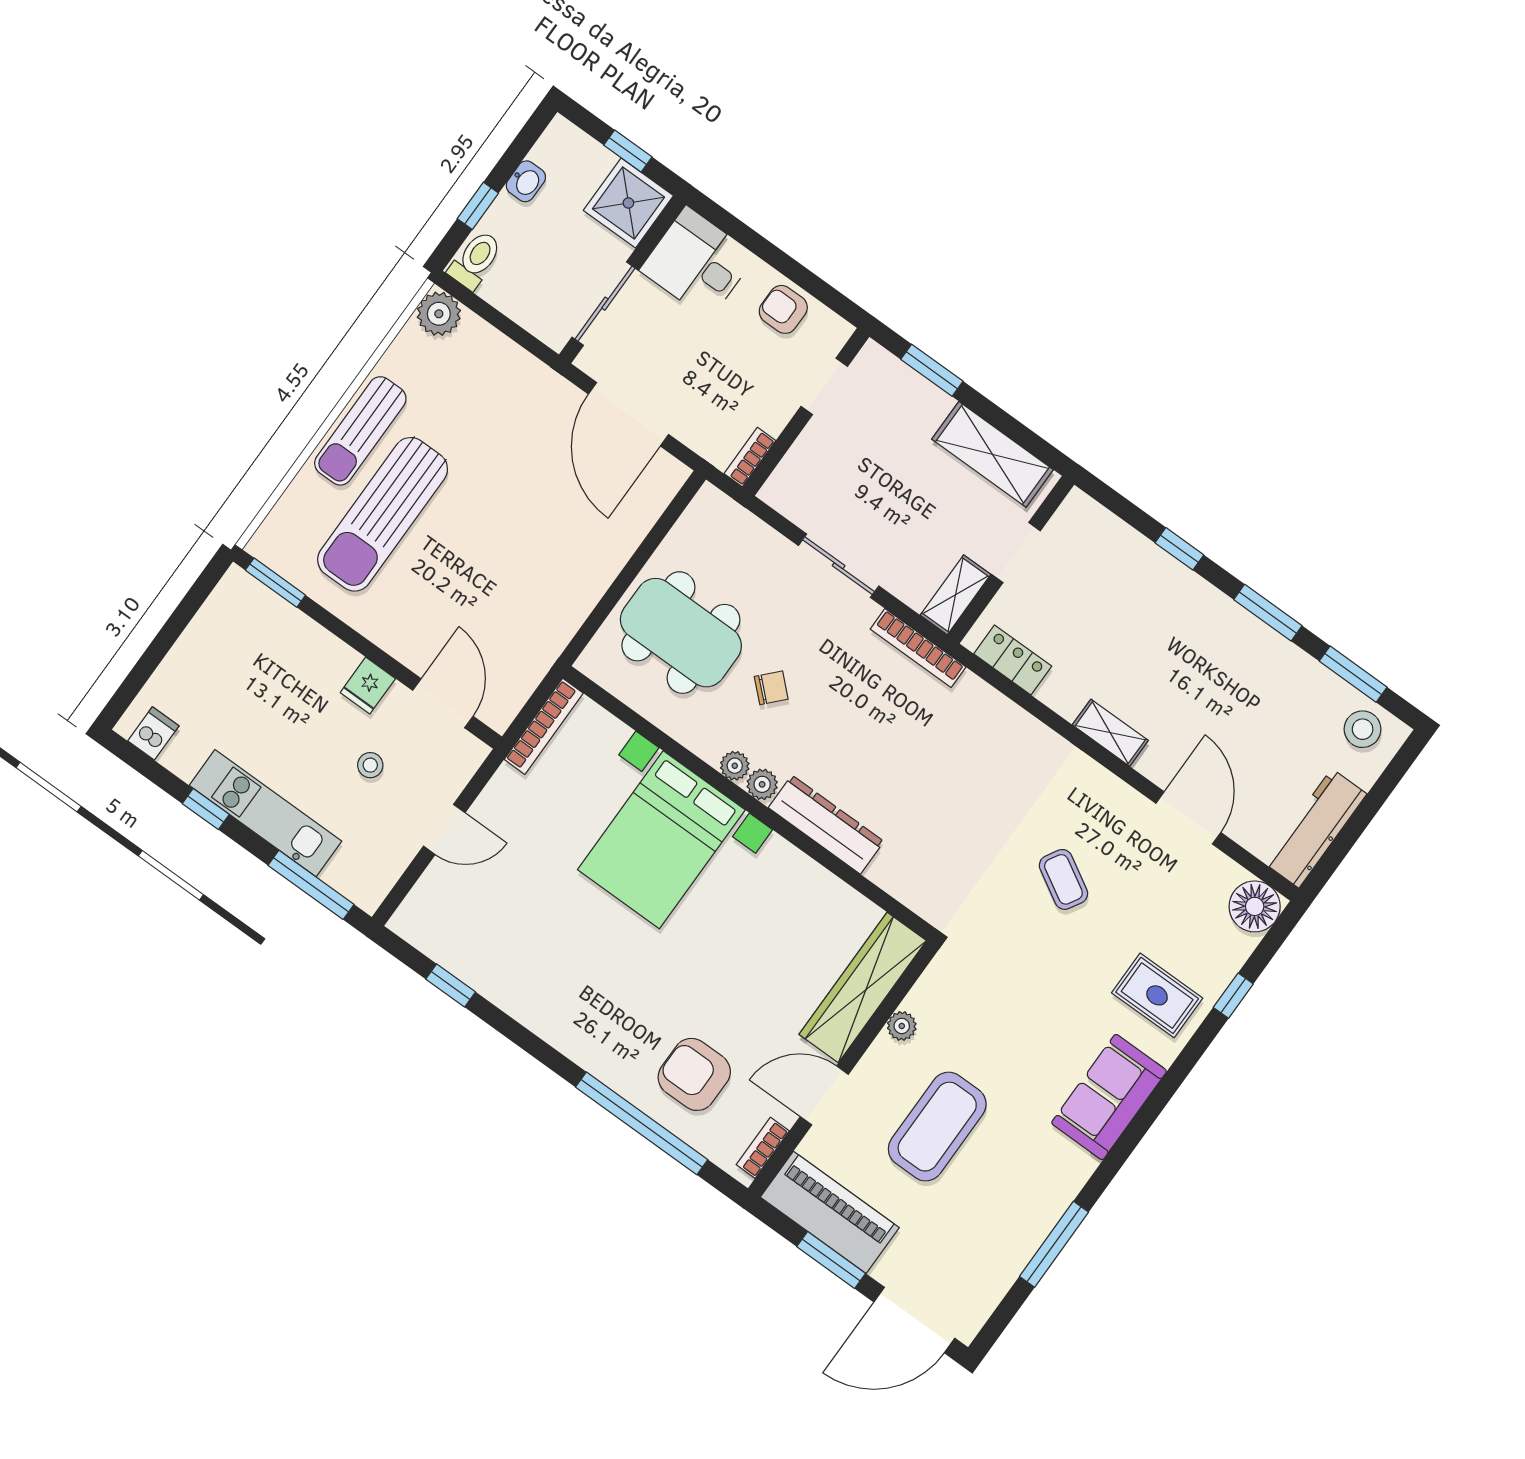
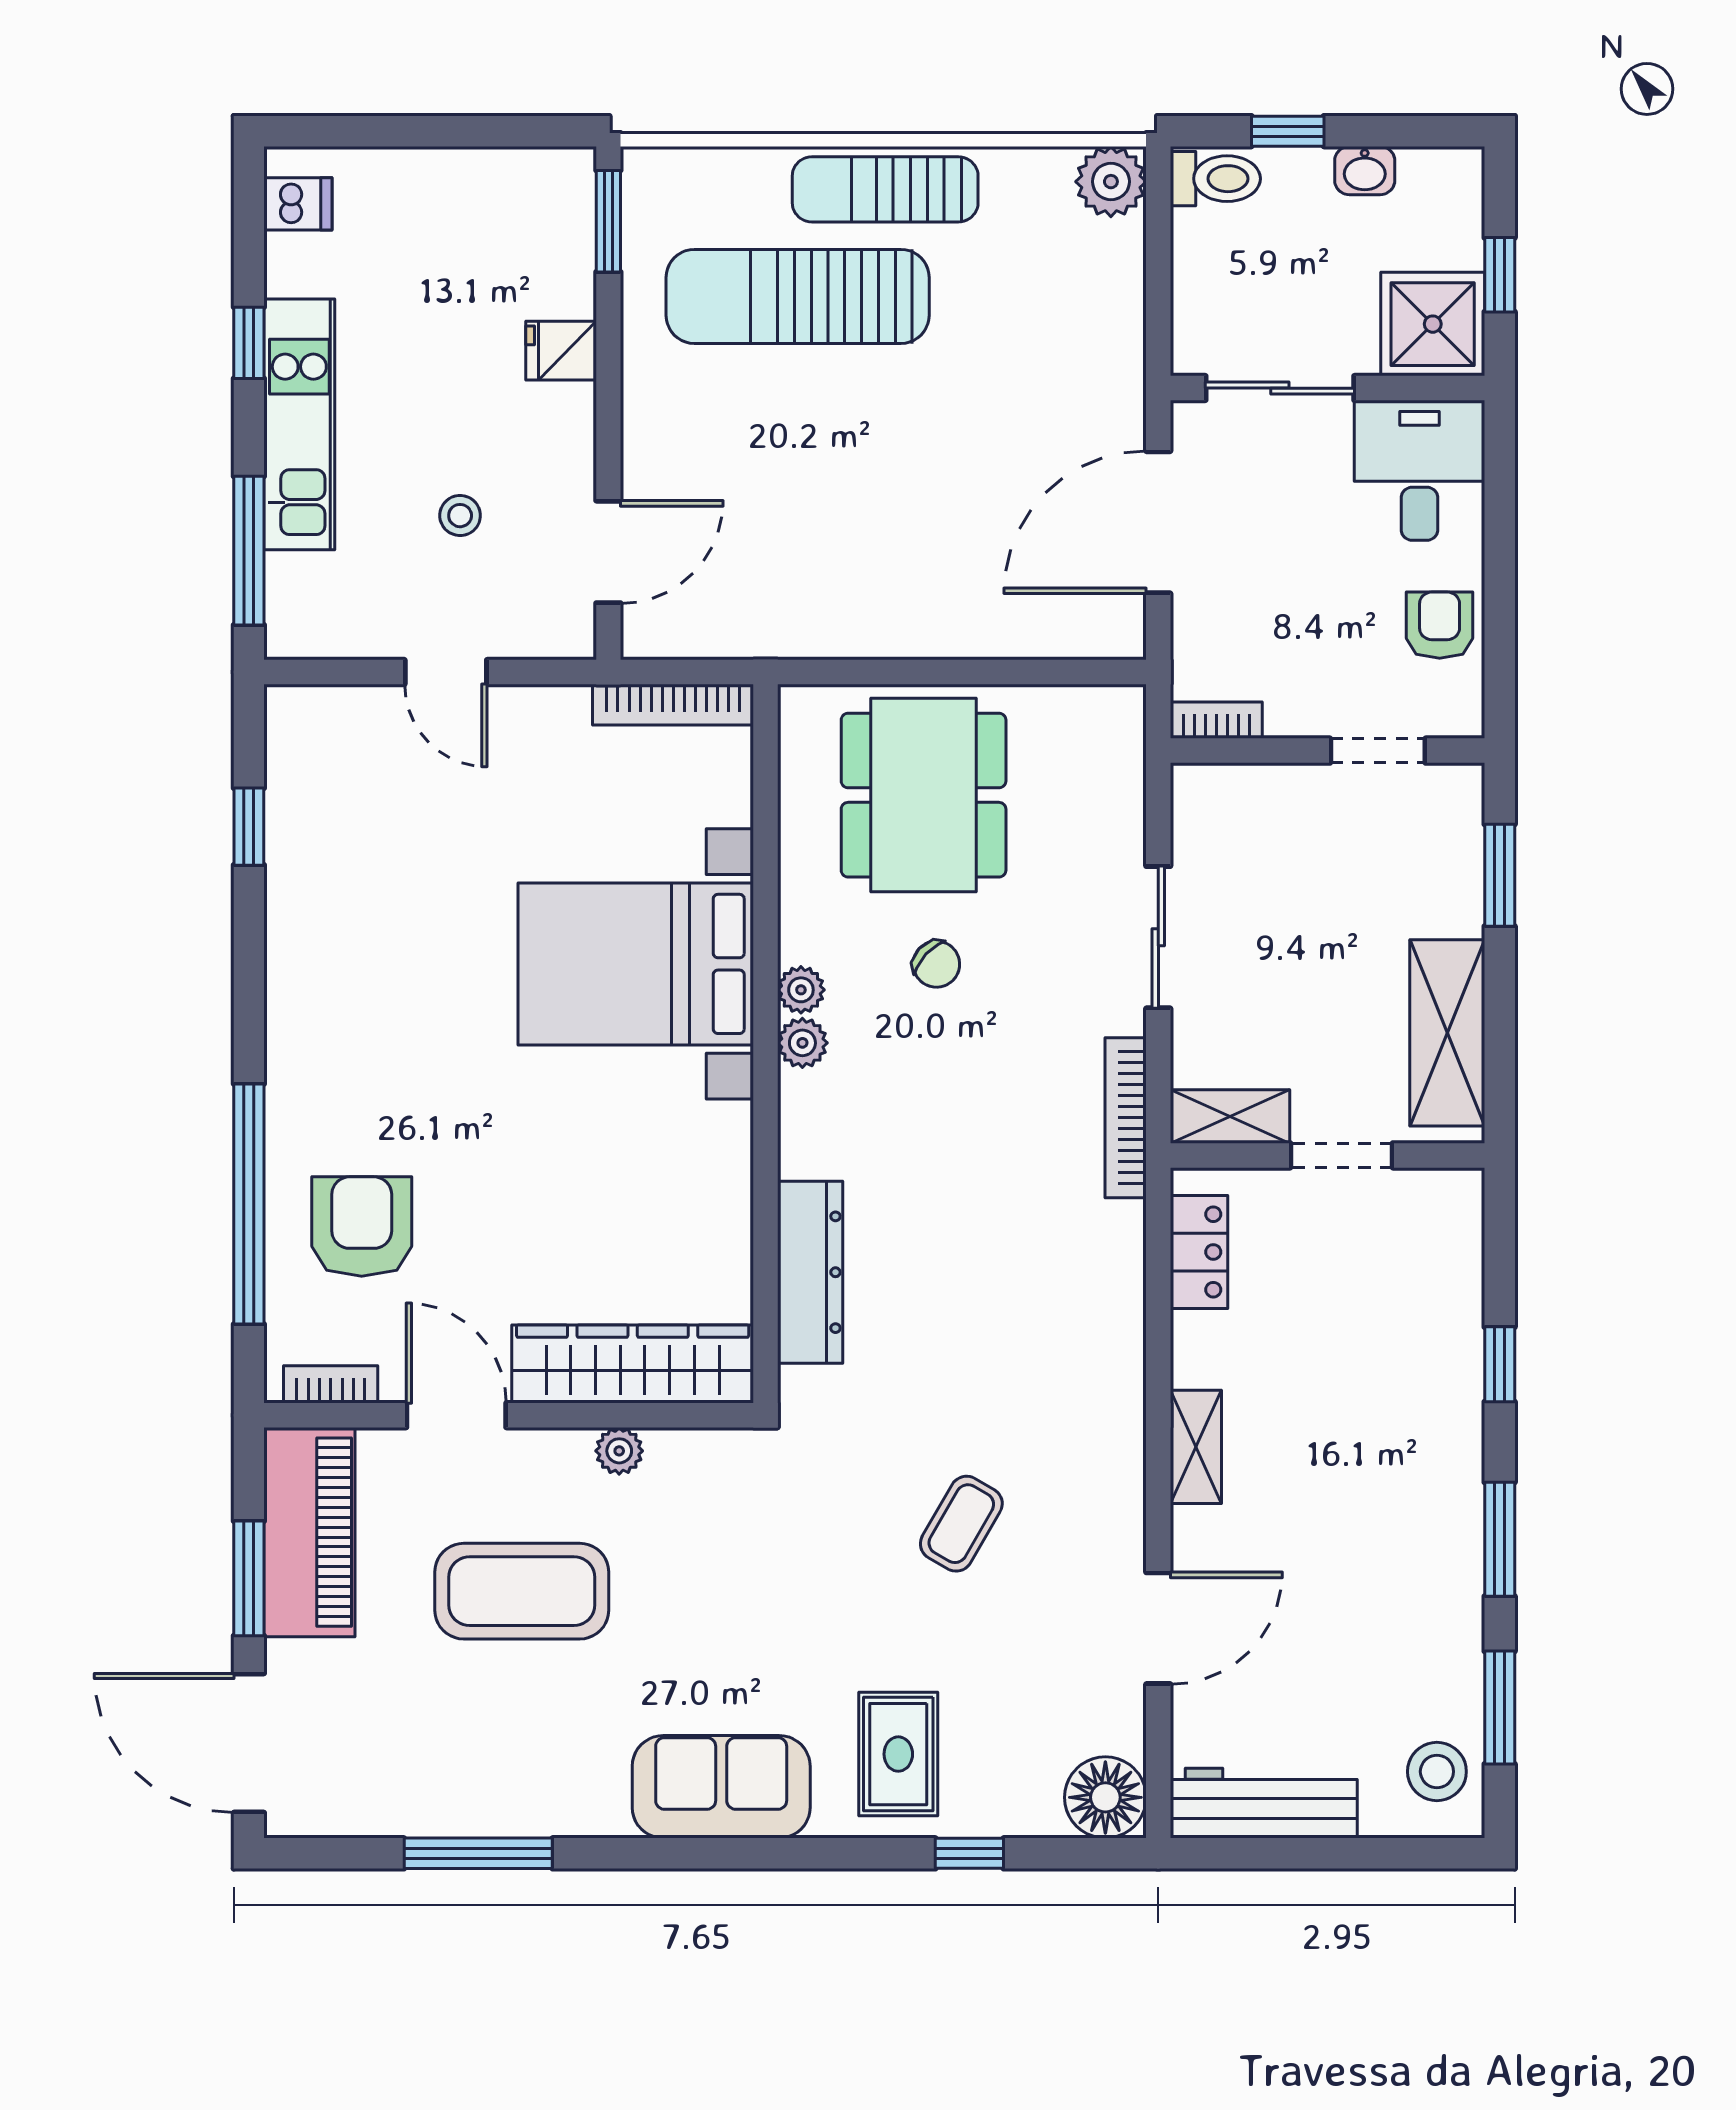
fridge: (368, 686) -> (561, 351), moved
dresser: (826, 825) -> (810, 1272), moved

